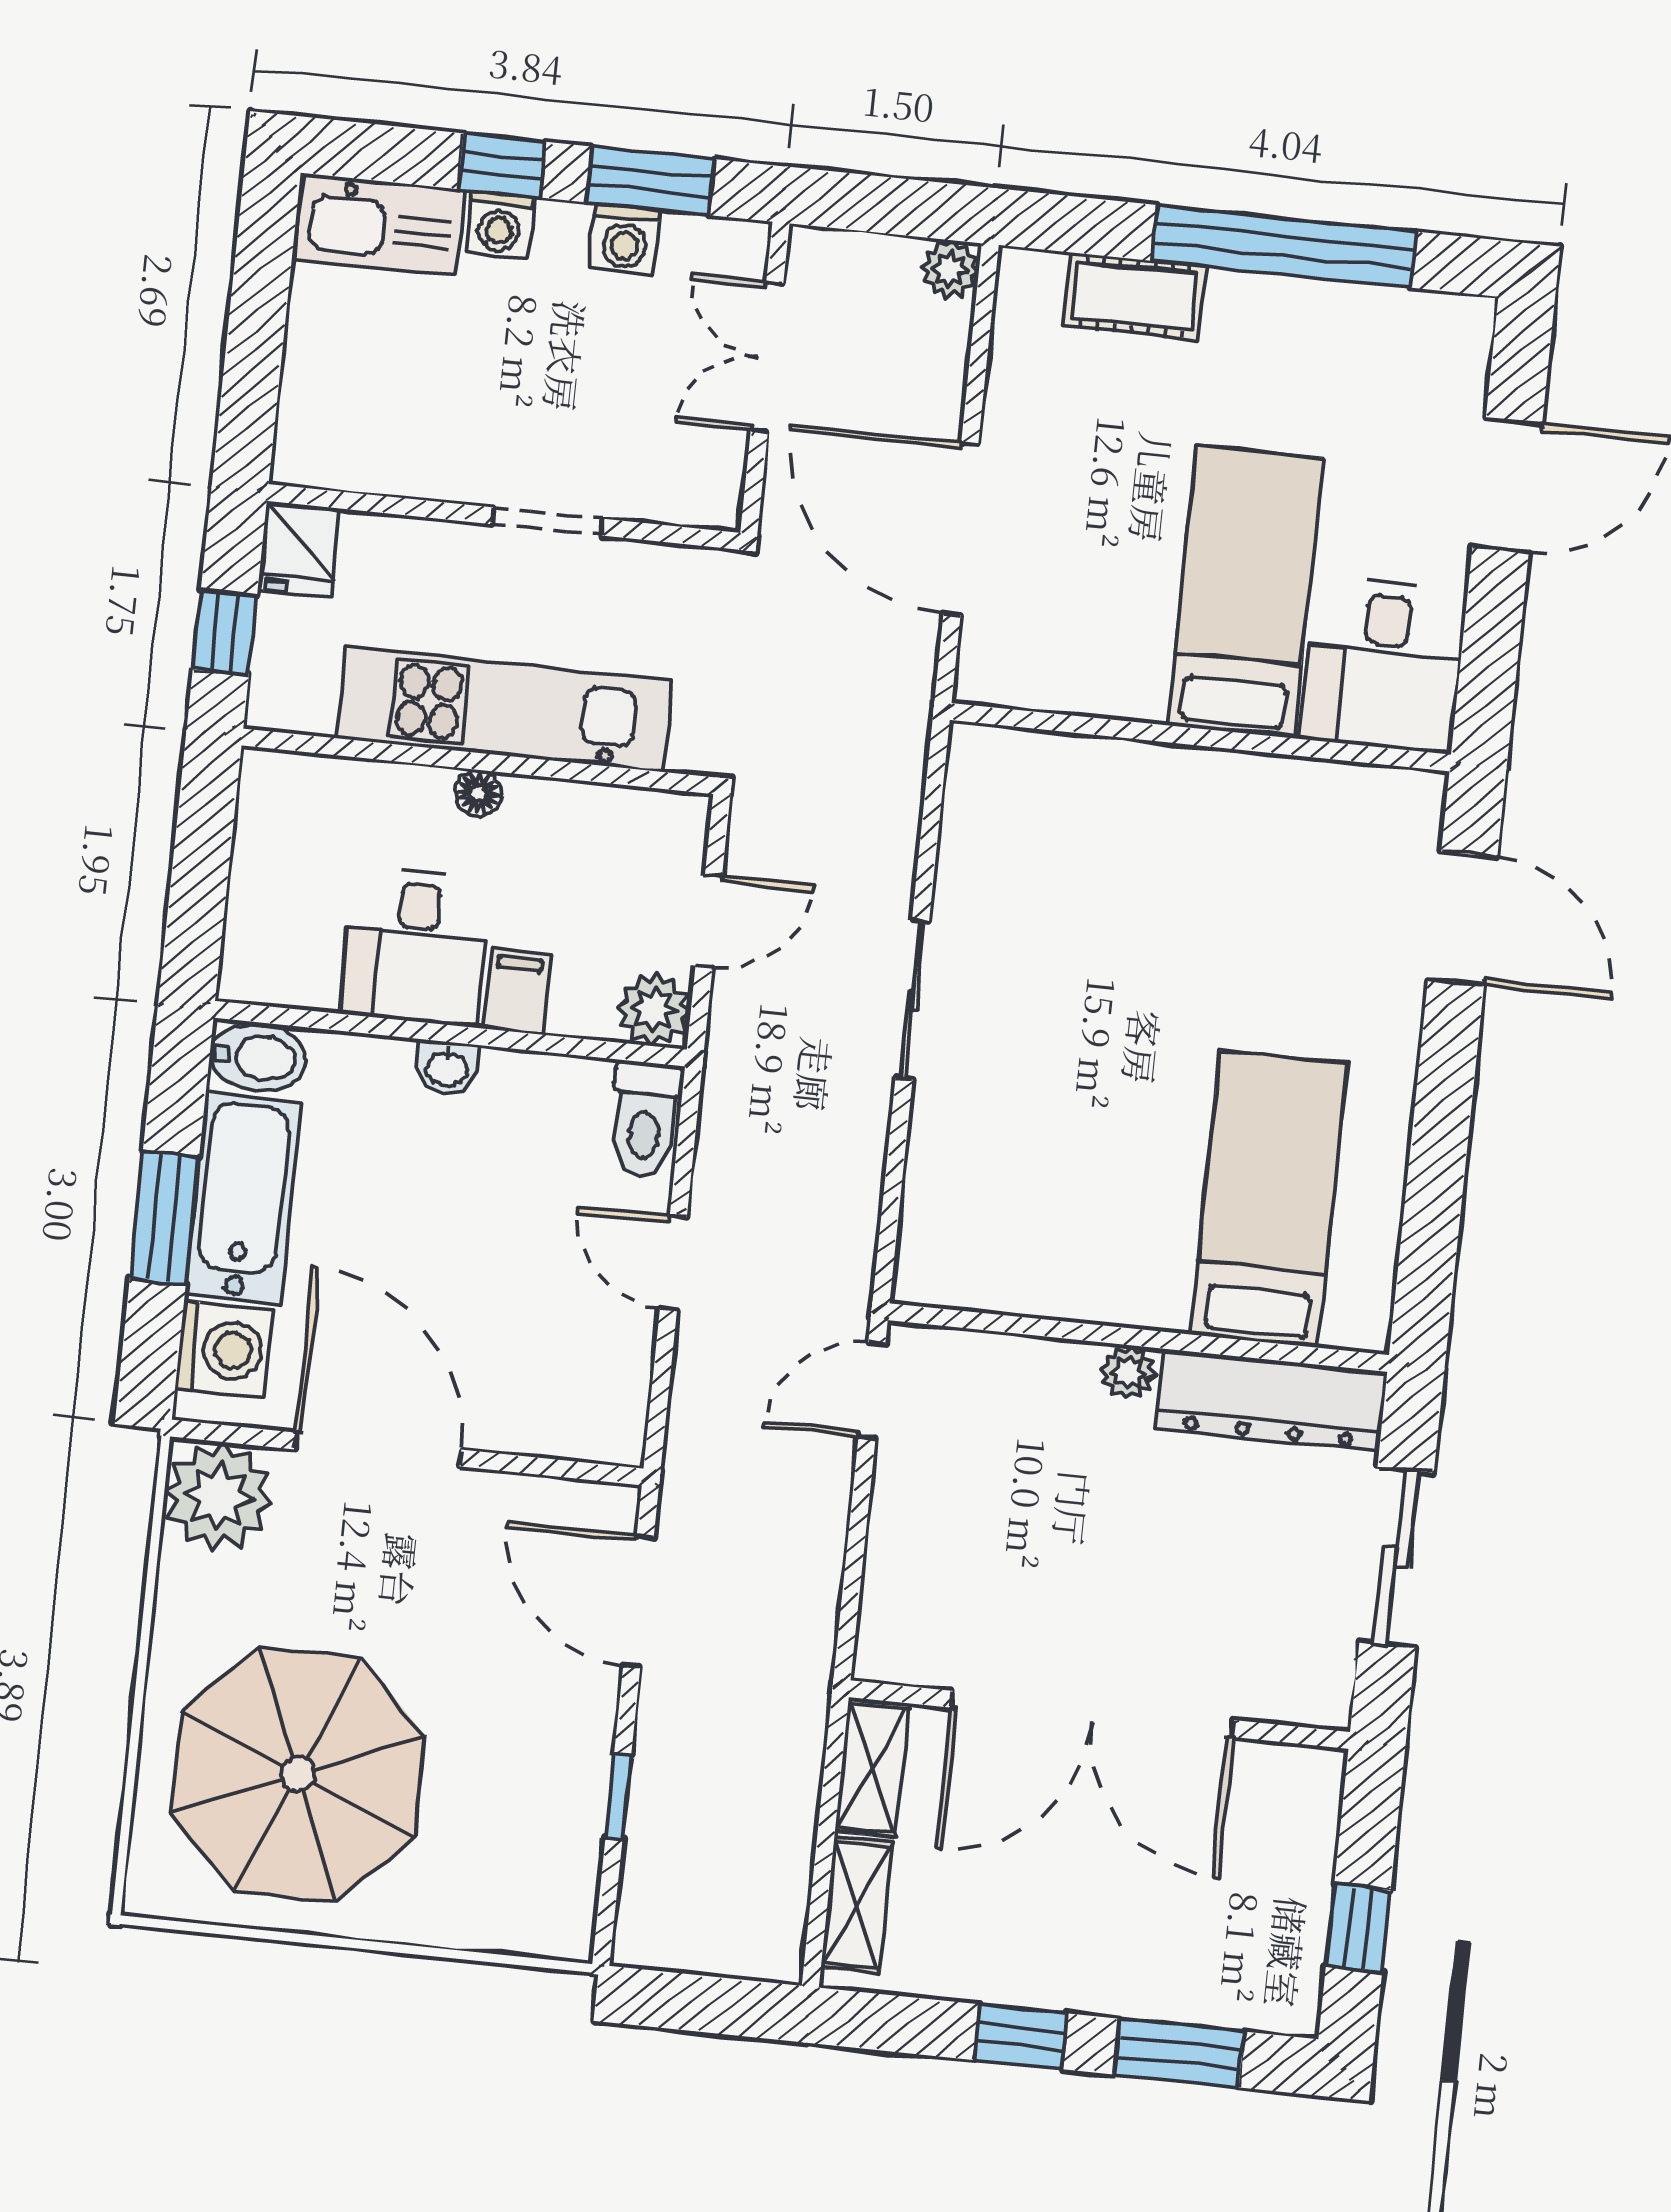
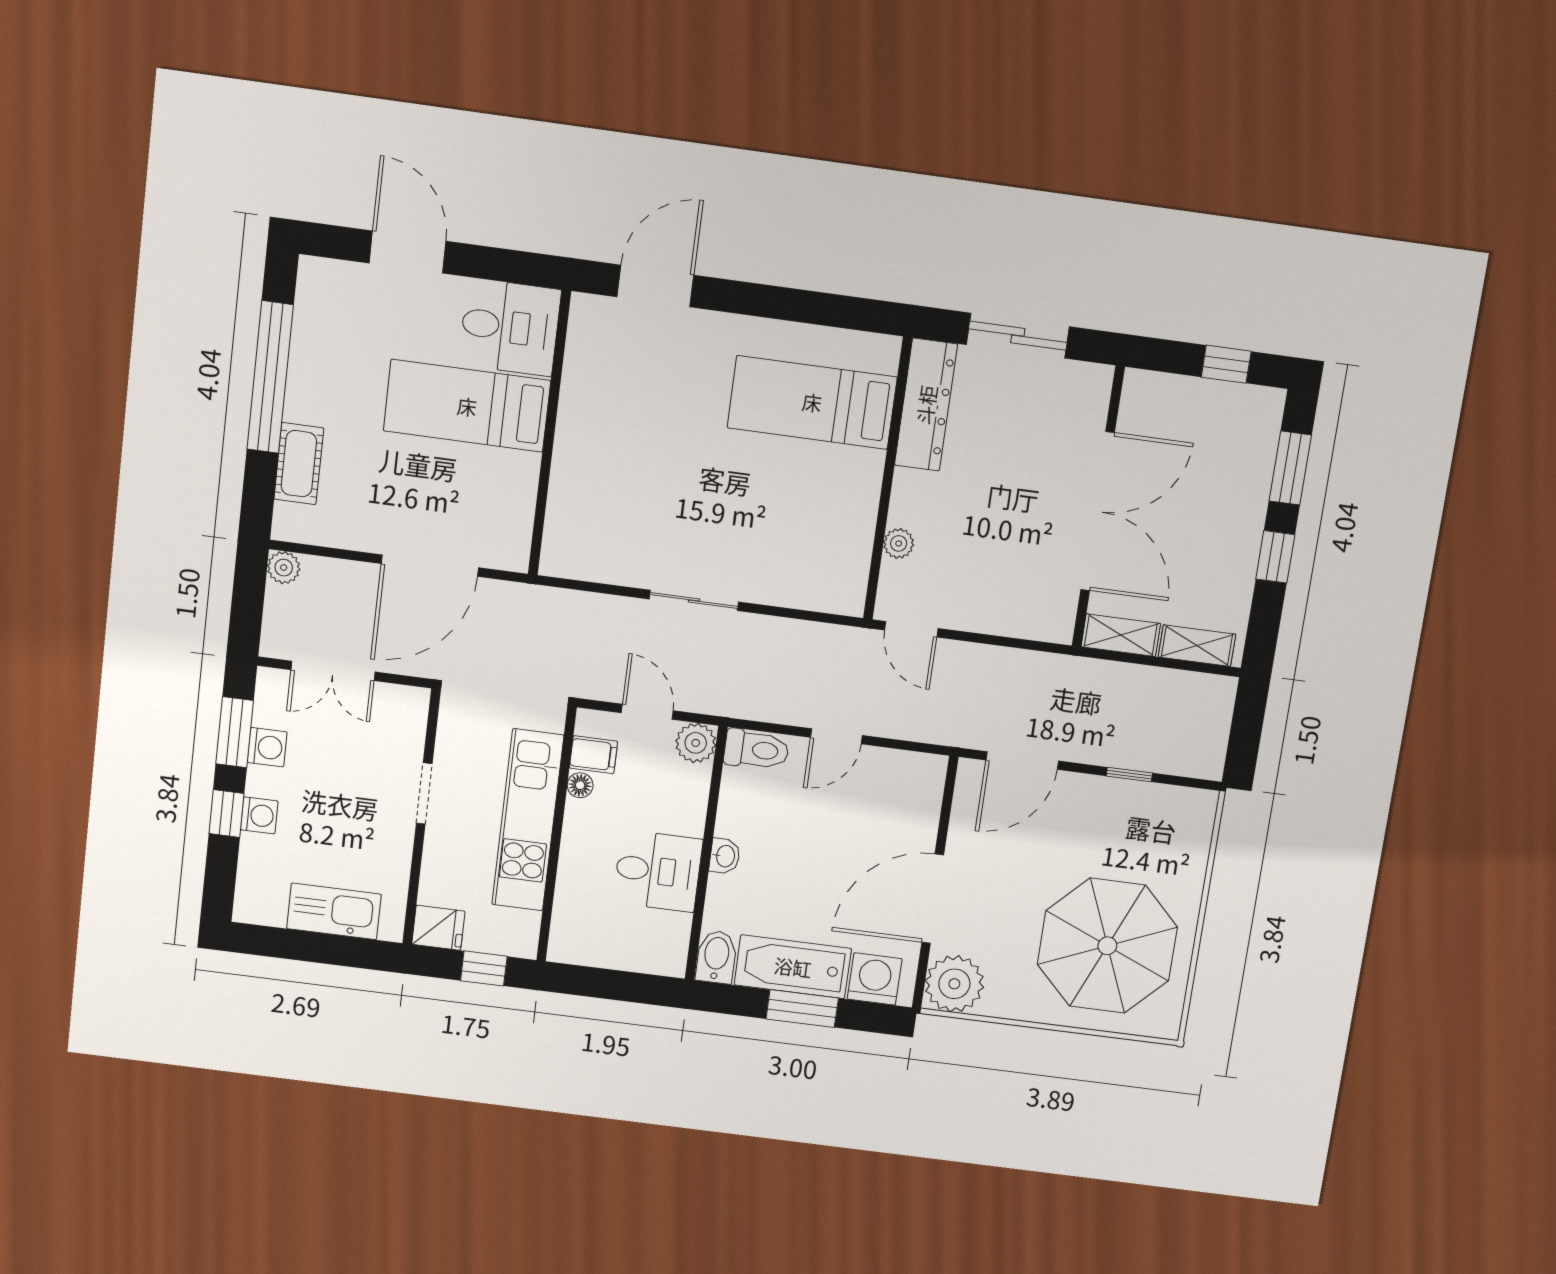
kitchen sink: (380, 224) -> (334, 911), moved, turned -90
floor lamp: (478, 793) -> (580, 785), moved
filing cabinet: (517, 992) -> (593, 755), moved, turned 180
plant: (1128, 1372) -> (899, 543), moved

